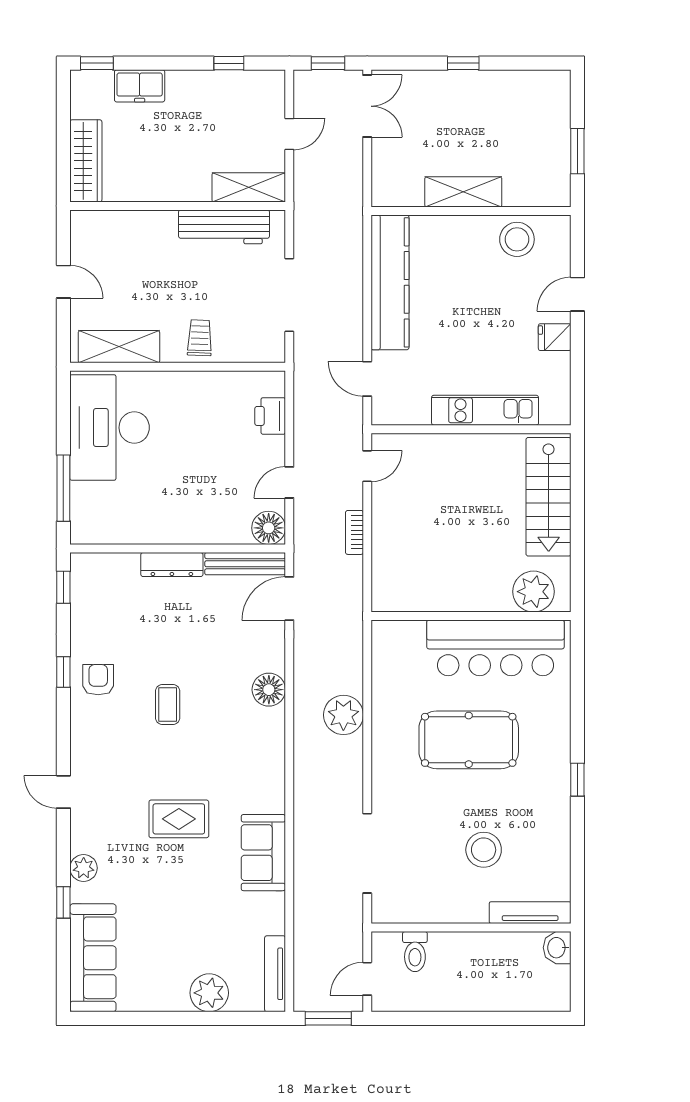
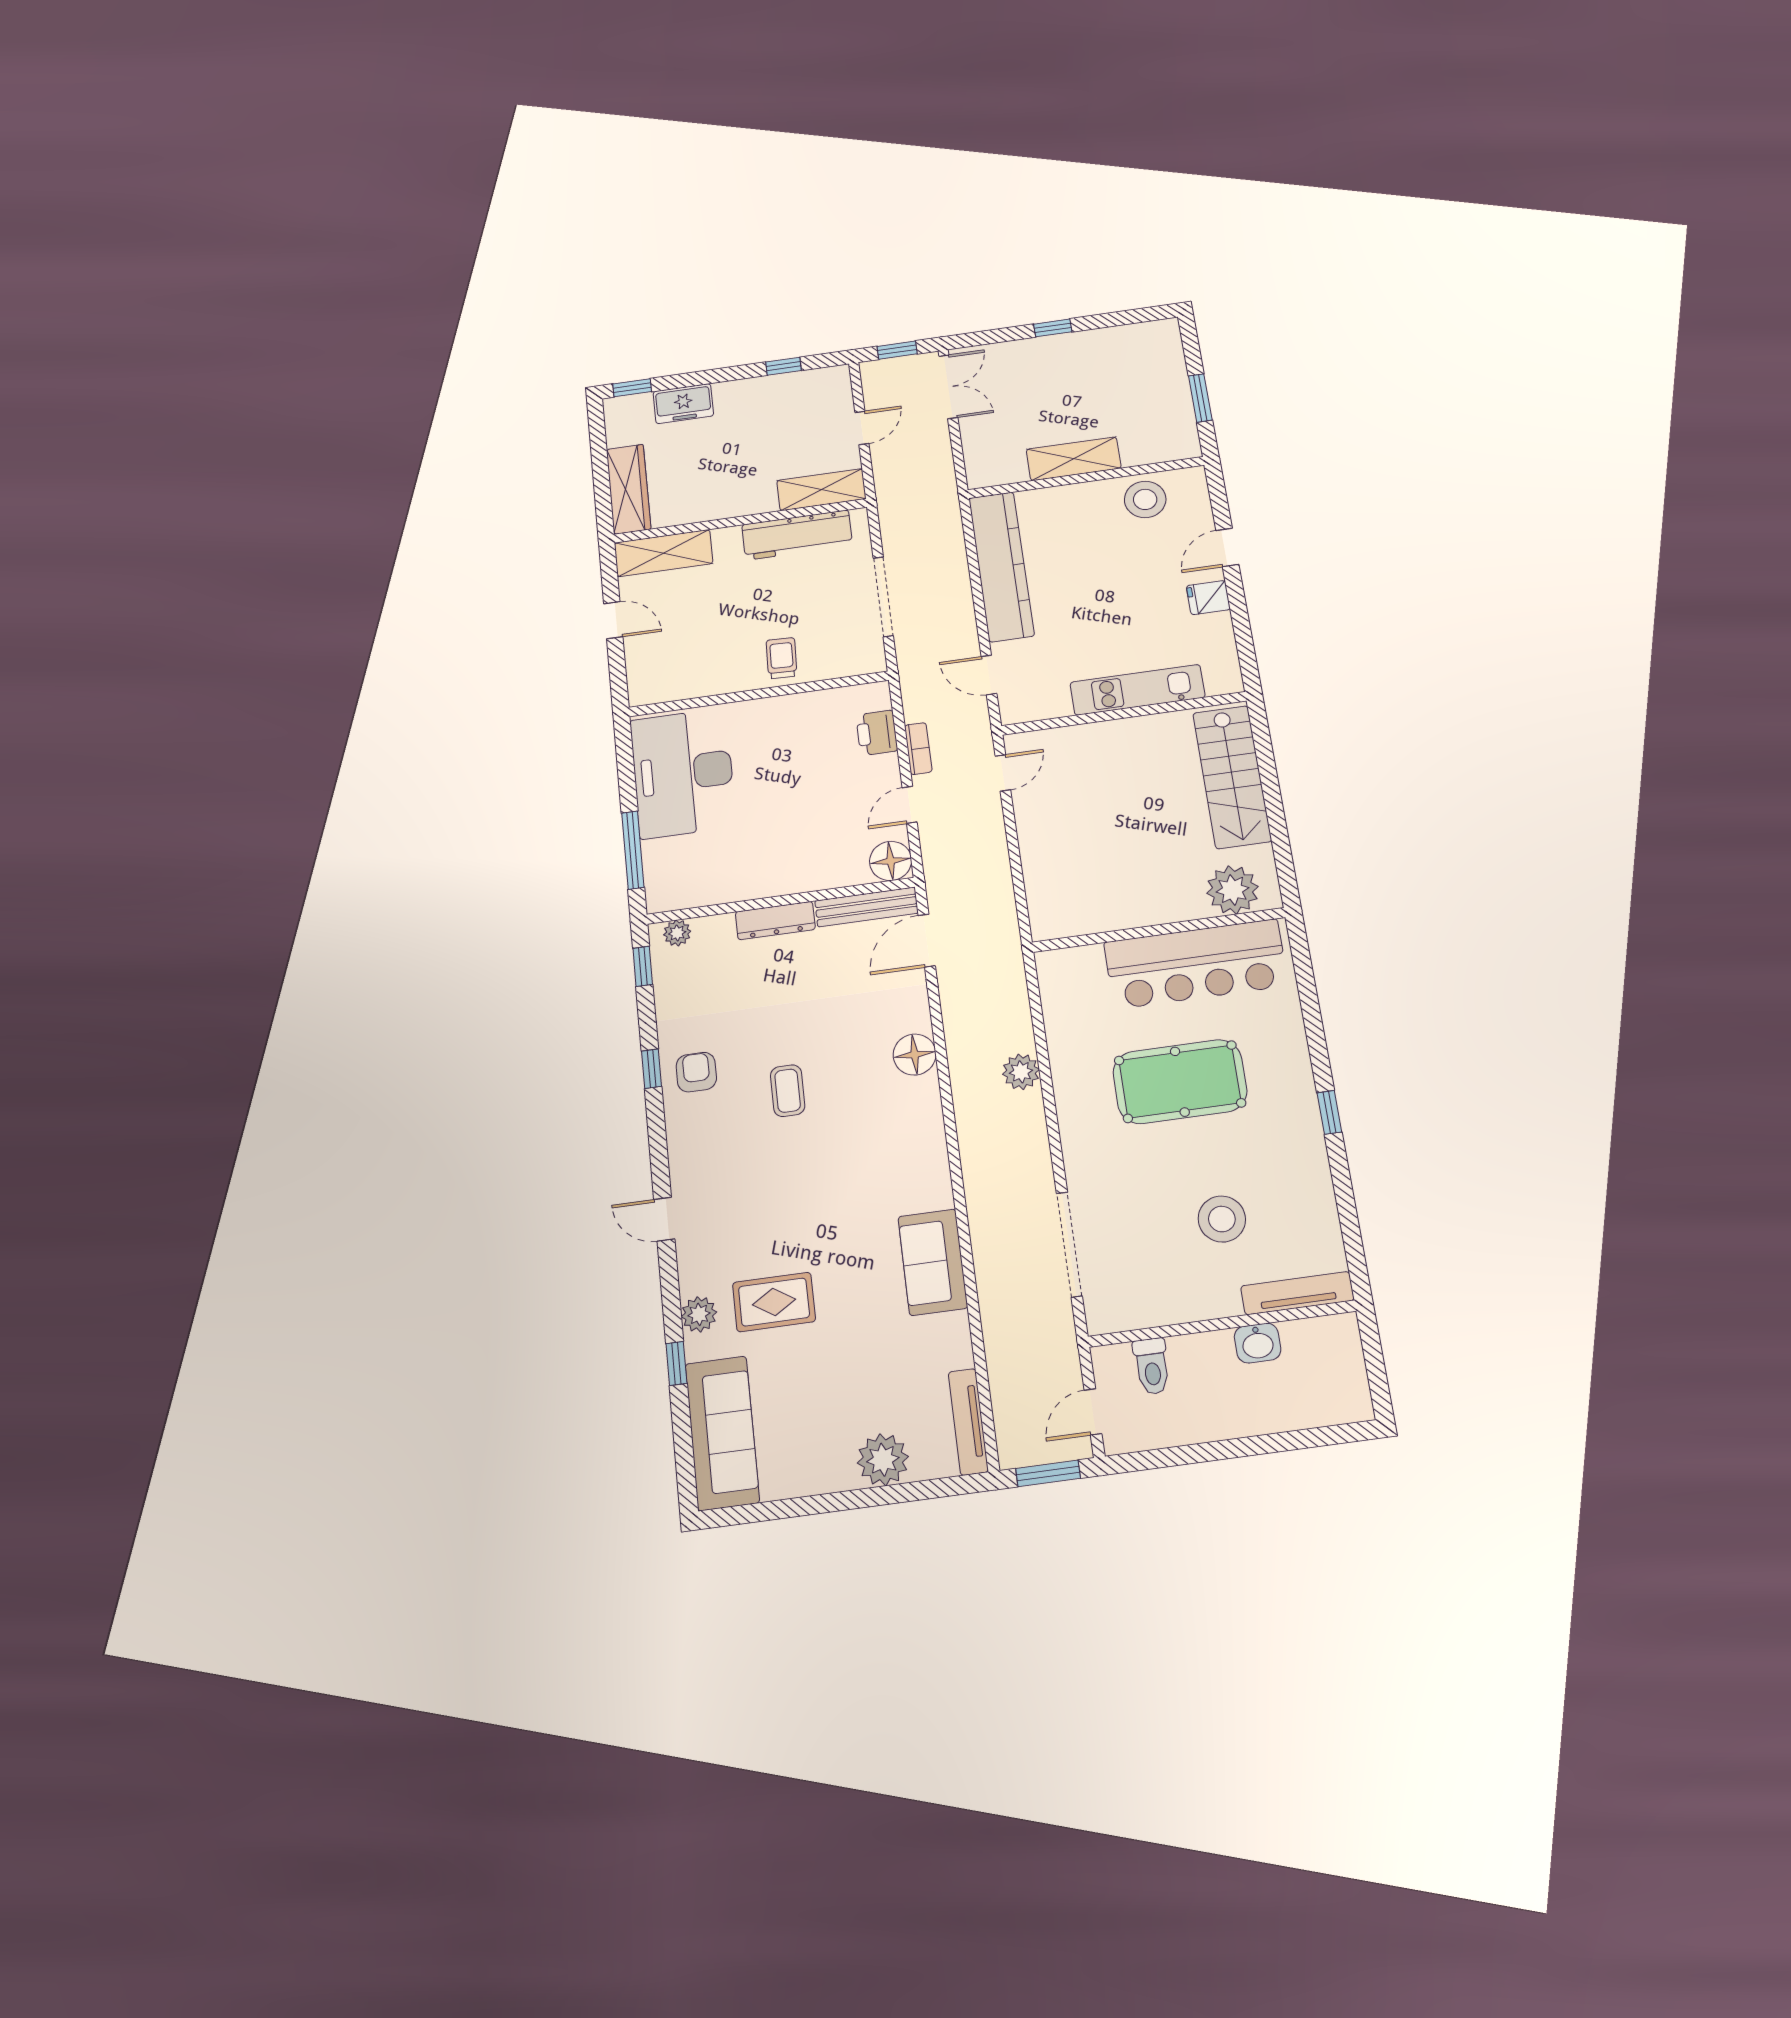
shelving: (119, 347) -> (664, 553), moved
bookcase: (354, 532) -> (918, 749), moved, turned 180
plant: (93, 564) -> (677, 933), added
plant: (343, 715) -> (1021, 1072), width x0.73, depth x0.73
rug: (179, 819) -> (774, 1302), moved
washbasin: (557, 948) -> (1258, 1343), moved, turned -90

